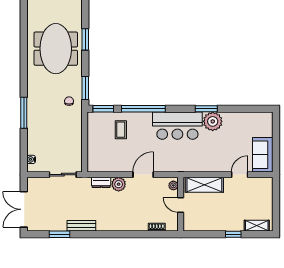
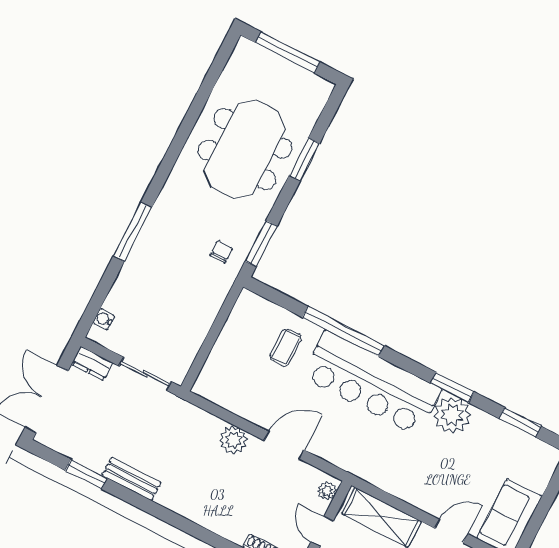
window: (103, 109) -> (520, 422), moved
bar counter: (177, 126) -> (372, 383), width x1.36
dresser: (101, 182) -> (92, 364), moved

